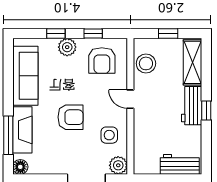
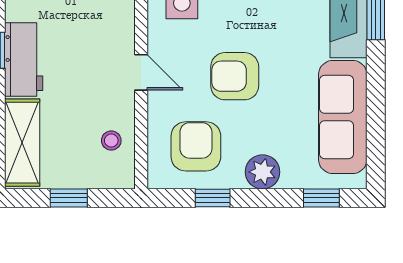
window: (56, 34) -> (321, 198), moved
stool: (146, 63) -> (111, 141), width x0.53, depth x0.53
armchair: (70, 117) -> (235, 76), moved

